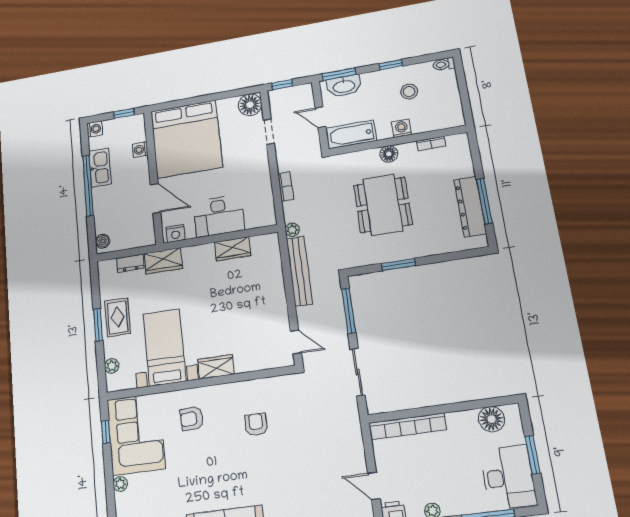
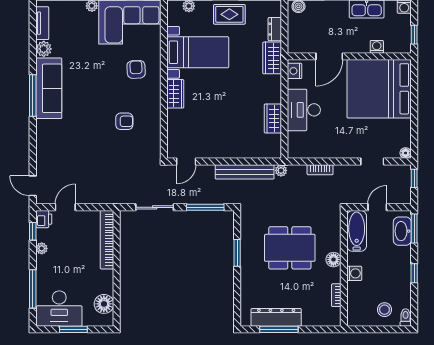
stool: (409, 92) -> (384, 310), moved
floor lamp: (250, 105) -> (406, 153), width x0.53, depth x0.53

